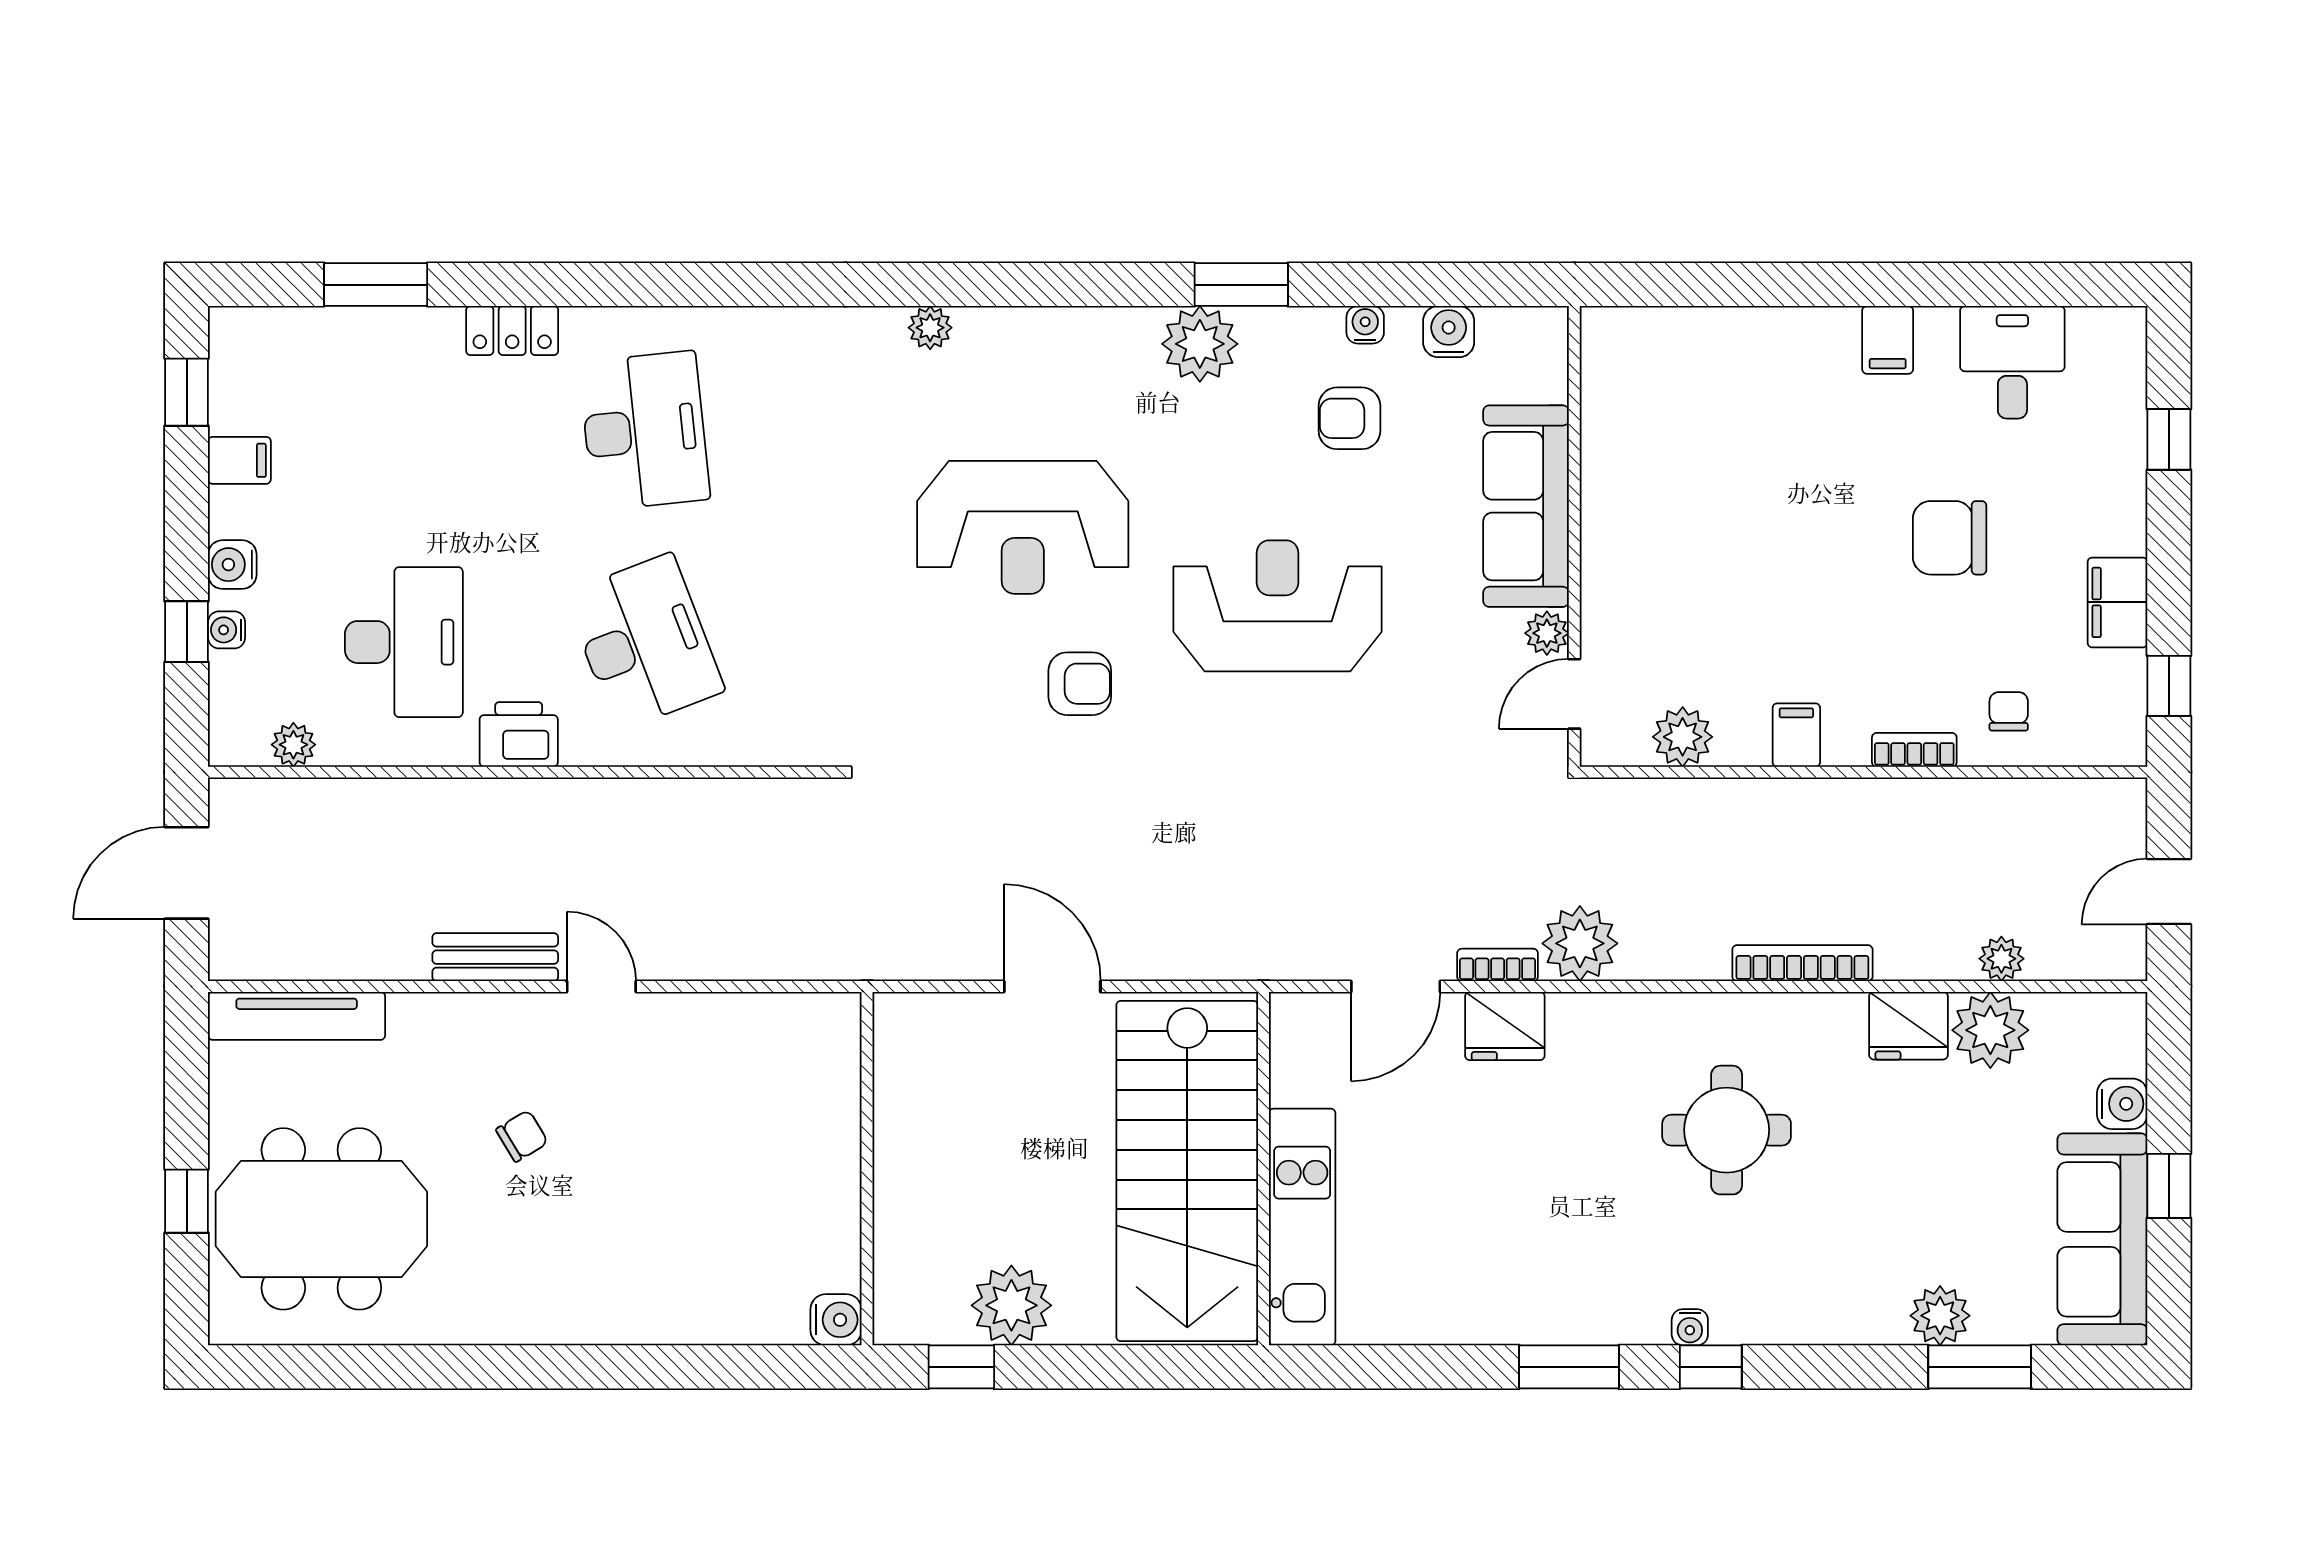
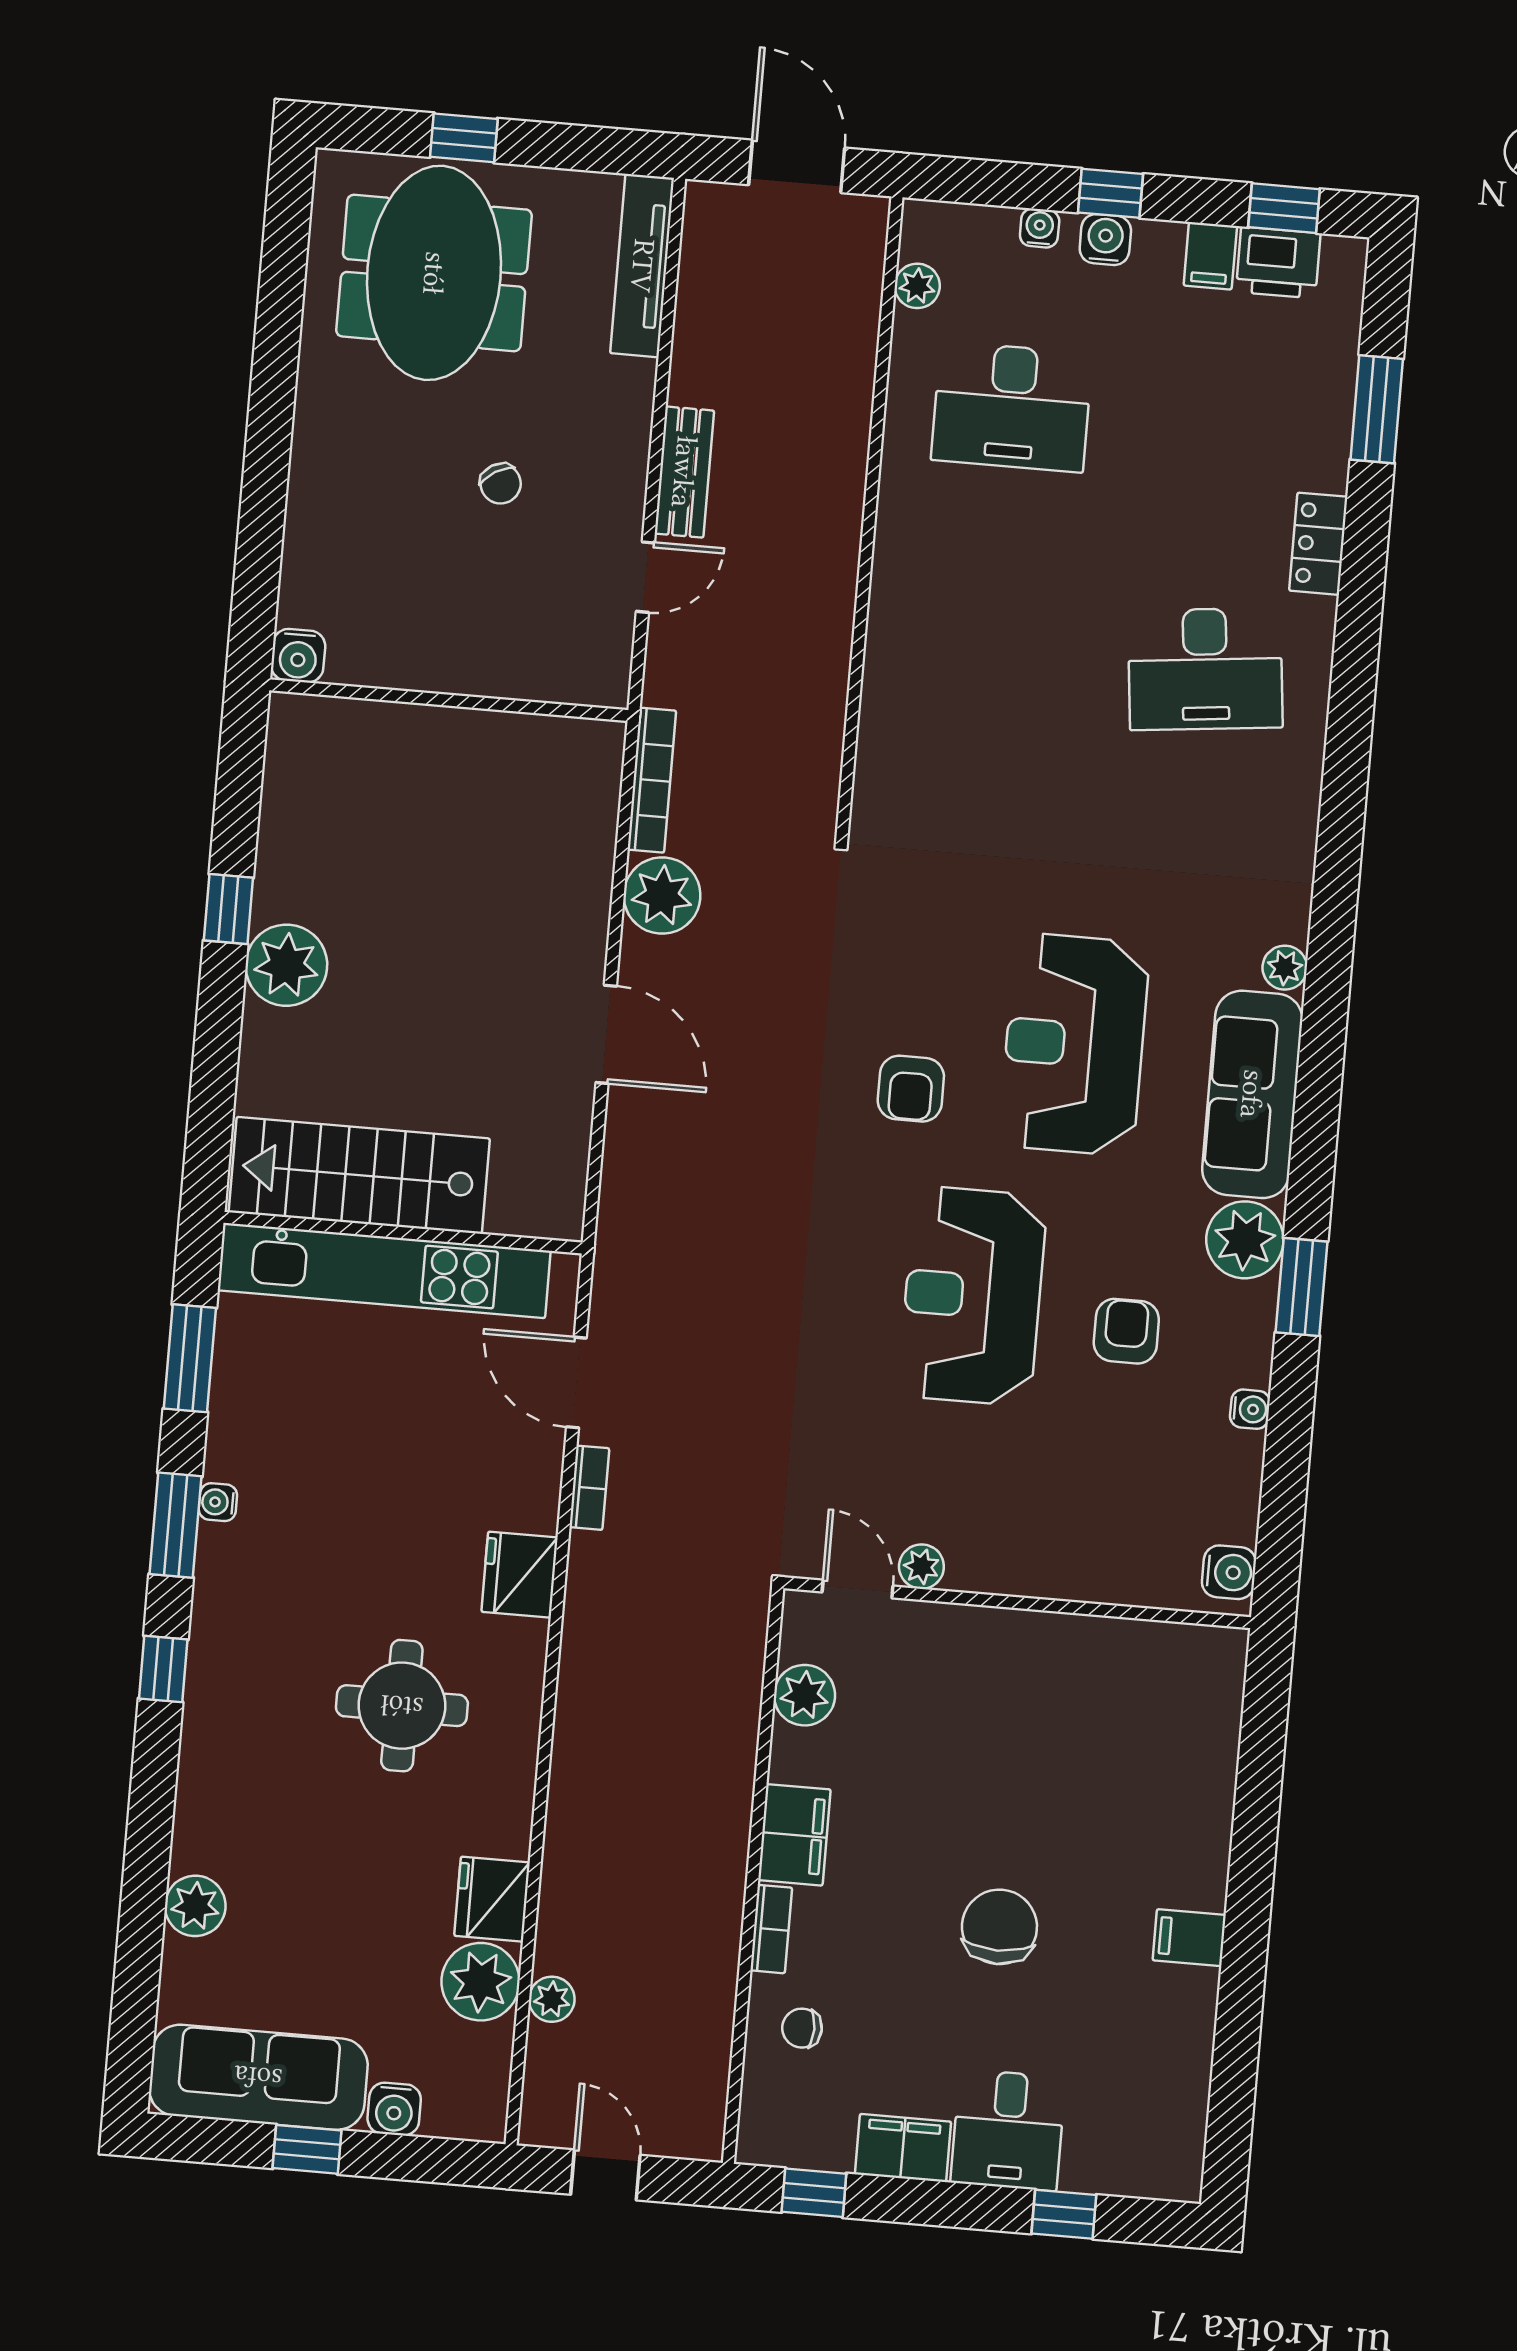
water cooler: (1449, 332) -> (1229, 1572), moved
desk: (2012, 362) -> (1008, 2130), moved, turned 90
armchair: (1349, 418) -> (1126, 1331), moved
sofa: (1526, 506) -> (1252, 1094), moved, turned -90
chair: (1950, 538) -> (999, 1927), moved
reception desk: (1278, 606) -> (973, 1296), turned 180
window: (187, 632) -> (1110, 193), moved
desk: (644, 642) -> (991, 651), removed
chair: (2009, 711) -> (802, 2028), turned 180
printer: (519, 734) -> (1278, 263), moved, turned 90
filing cabinet: (1796, 735) -> (794, 1835), width x2.00
plant: (1580, 943) -> (662, 896), moved
bookcase: (1802, 963) -> (652, 780), moved
door: (1052, 986) -> (606, 1034), hinge flipped
fridge: (1505, 1026) -> (519, 1575), moved
wall: (867, 1169) -> (449, 700), moved
stairs: (1187, 1171) -> (359, 1175), width x0.73, depth x0.66
kitchen unit: (1302, 1227) -> (384, 1271), width x1.36
water cooler: (836, 1320) -> (298, 656), moved
water cooler: (1690, 1327) -> (218, 1502), moved
window: (1980, 1367) -> (190, 1358), moved

